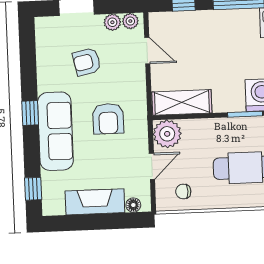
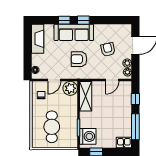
door: (152, 166) -> (54, 80), hinge flipped
window: (33, 189) -> (64, 20), moved
fireplace: (95, 202) -> (38, 39), moved

